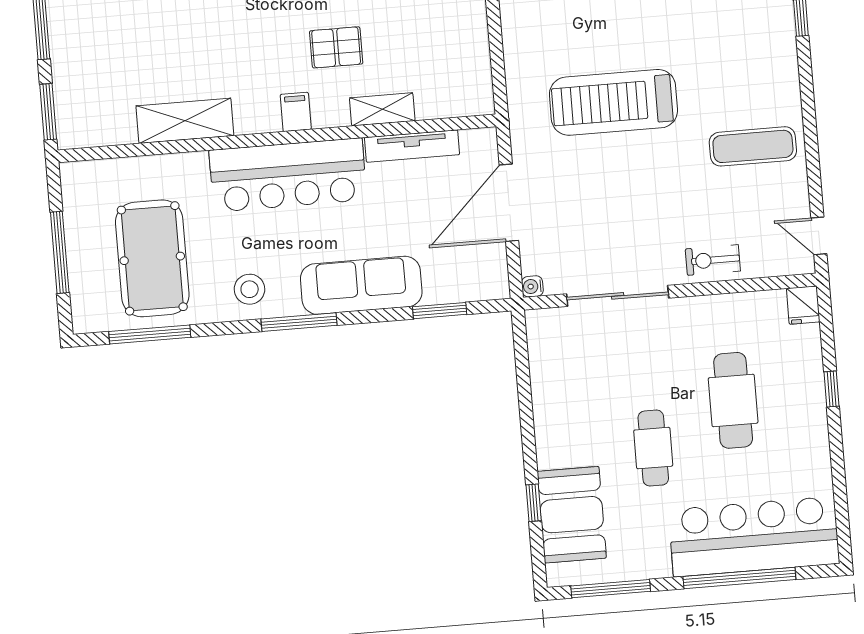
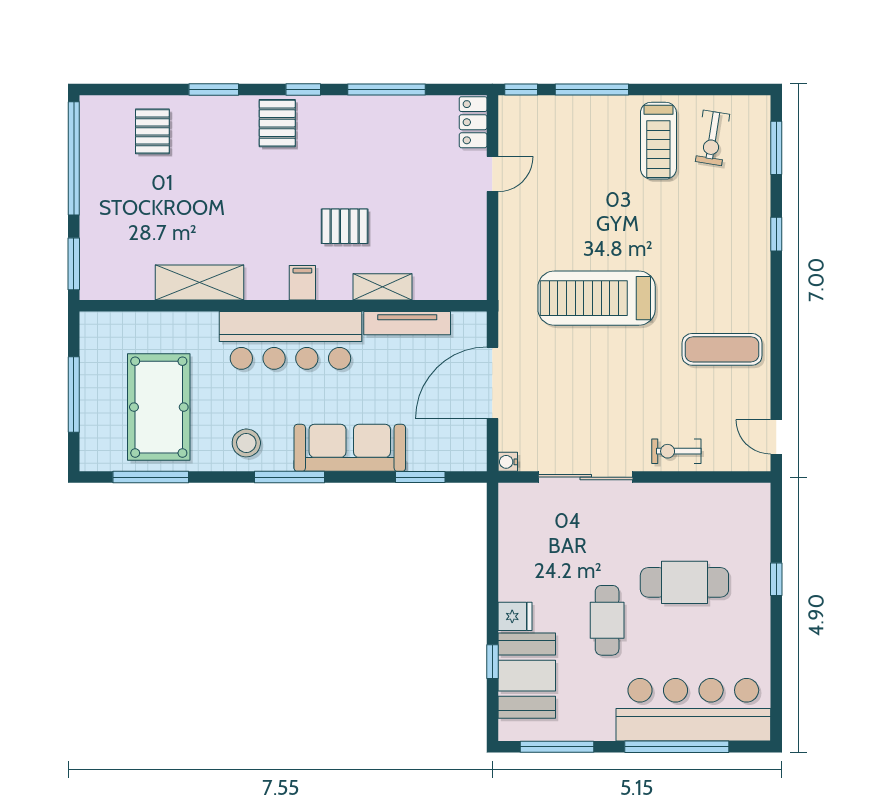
fridge: (803, 305) -> (515, 616), moved, turned -90
cafe table: (733, 400) -> (684, 582), turned 90

